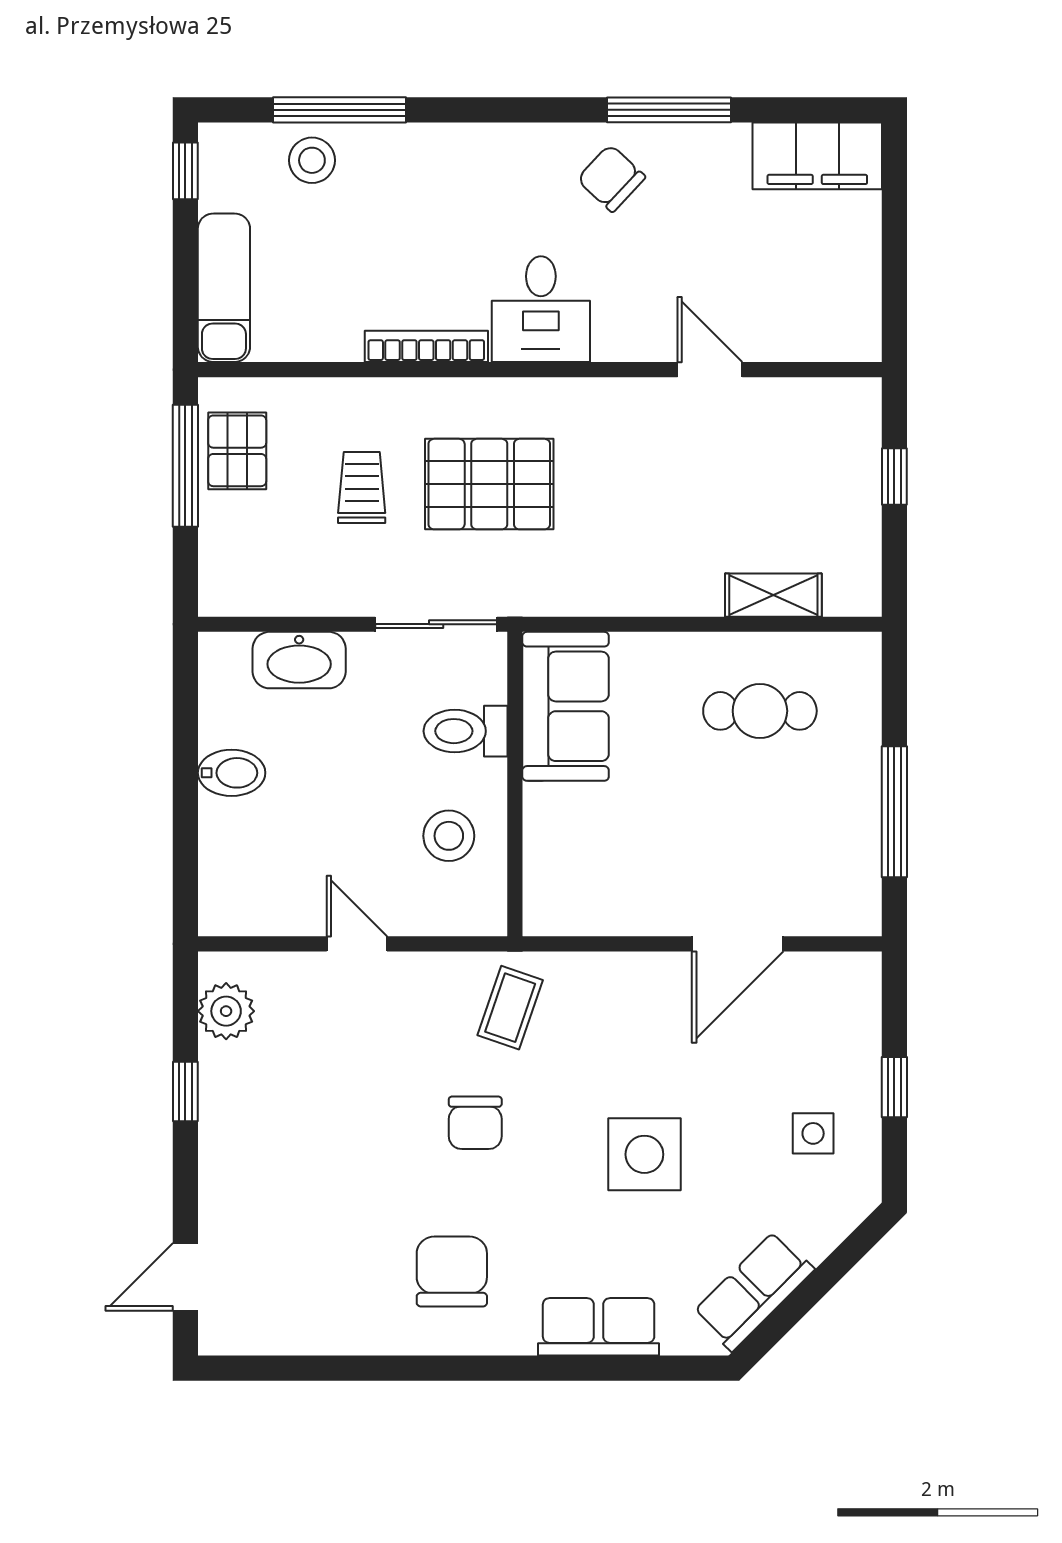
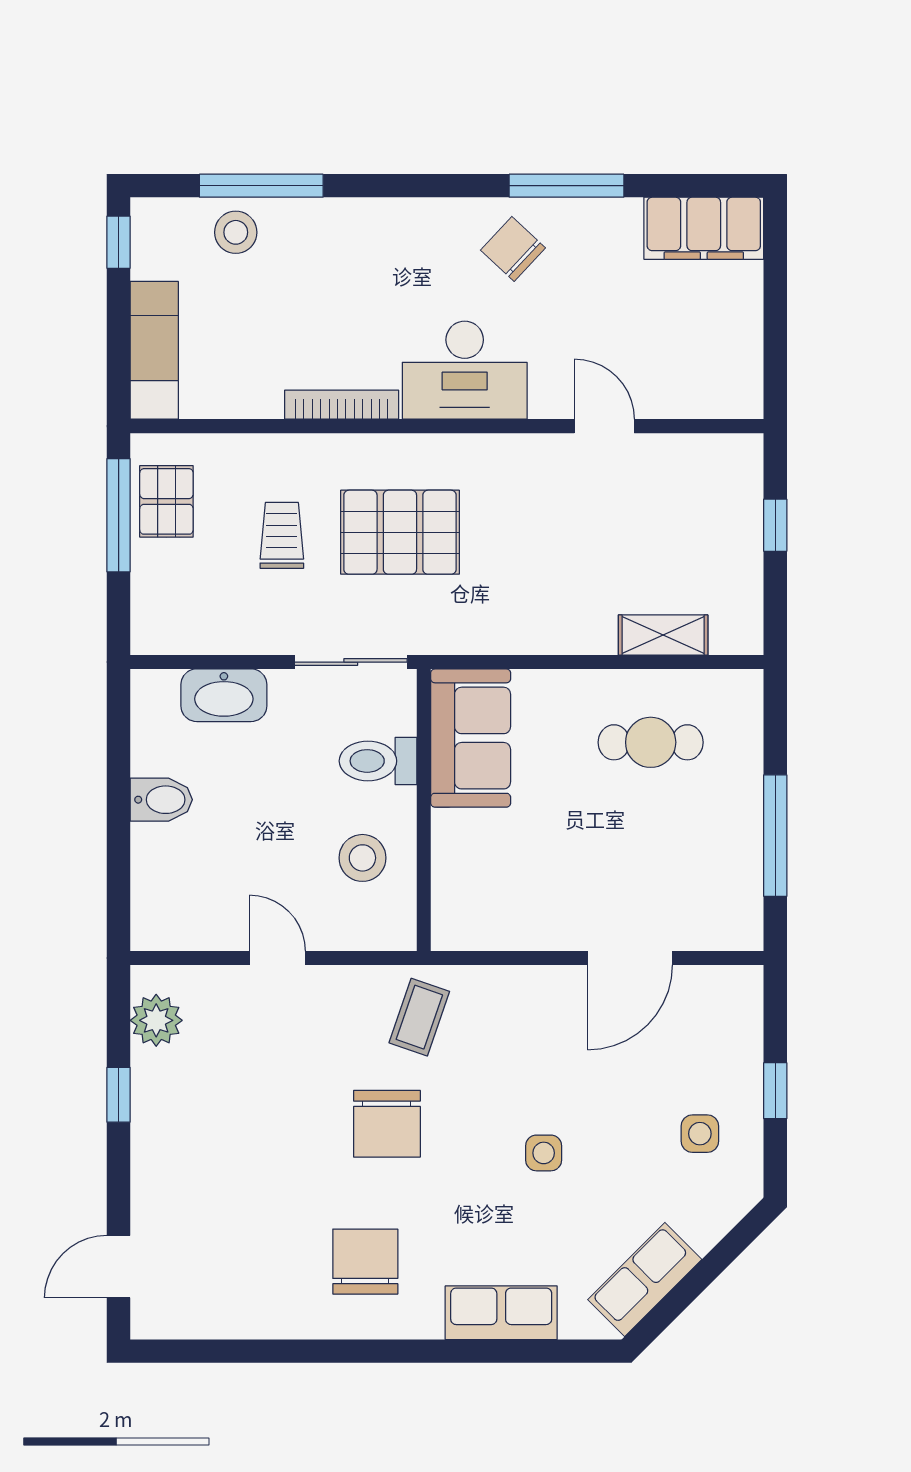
desk: (541, 309) -> (465, 370), width x1.37
chair: (475, 1123) -> (387, 1124), width x1.37, depth x1.37
side table: (644, 1154) -> (544, 1153), width x0.54, depth x0.54

